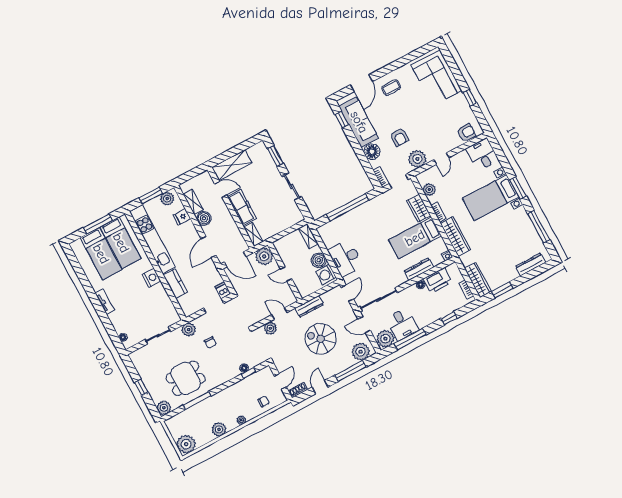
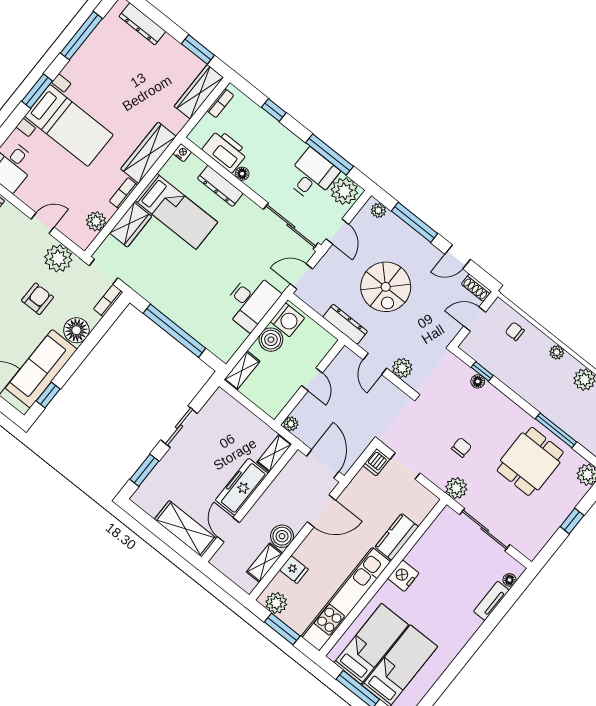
plant: (264, 256) -> (291, 424), width x0.53, depth x0.53
tv unit: (105, 302) -> (491, 601), moved
sliding door: (158, 336) -> (485, 530), width x1.37
plant: (361, 352) -> (378, 210), width x0.53, depth x0.53
dining table: (186, 378) -> (530, 461), turned 90

